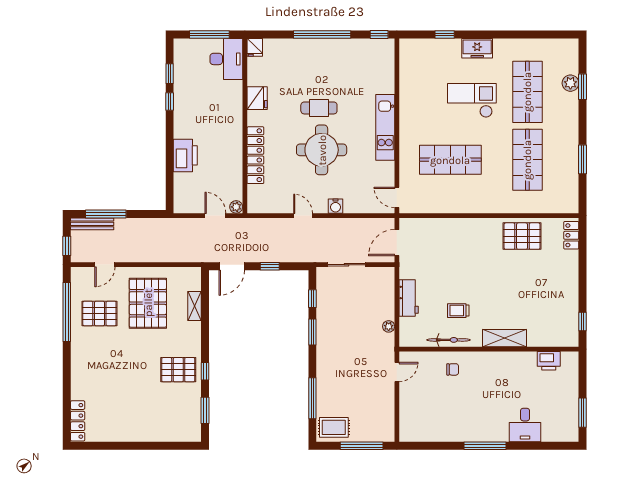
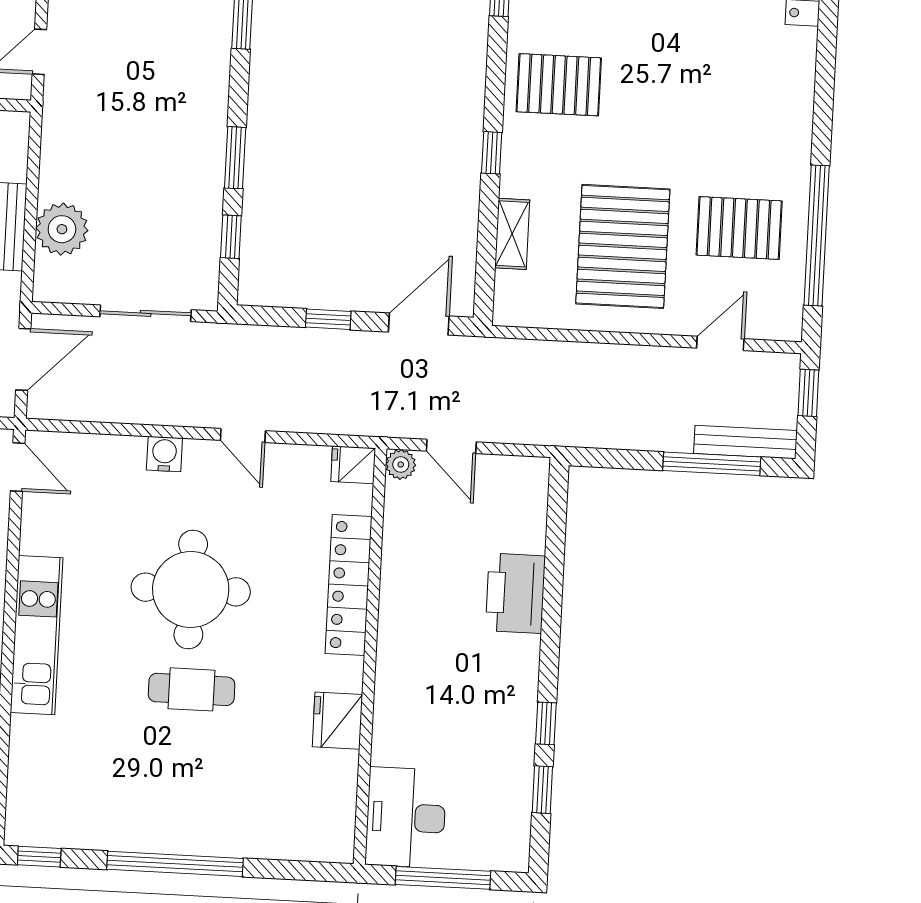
fridge: (255, 47) -> (353, 465), moved, turned -90
plant: (389, 326) -> (62, 229), moved, width x1.88, depth x1.88
window: (205, 371) -> (492, 153), moved

